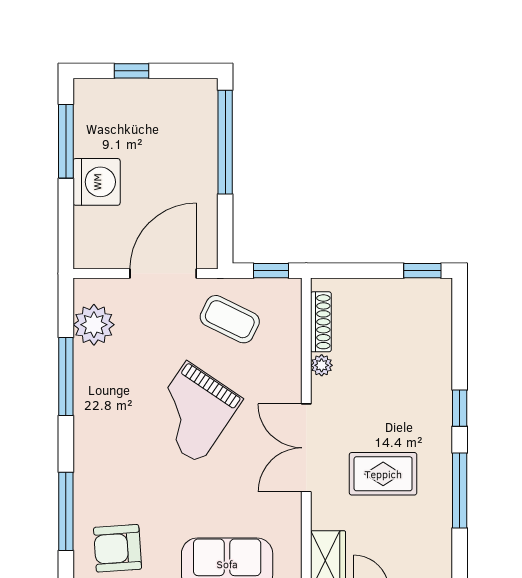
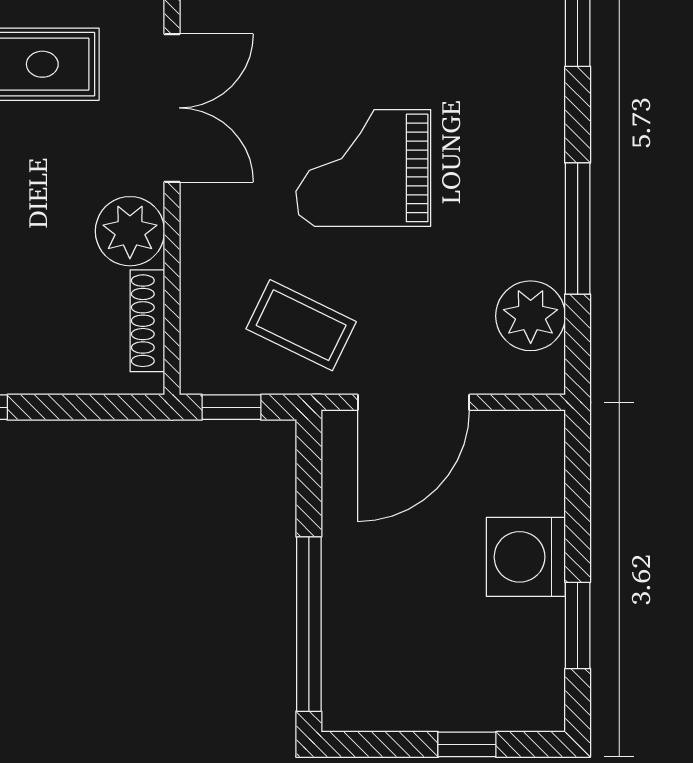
window: (66, 141) -> (578, 625), width x0.69
plant: (322, 365) -> (130, 231), width x1.88, depth x1.88
grand piano: (193, 412) -> (363, 168), turned -124

